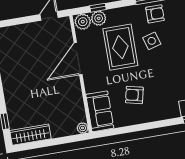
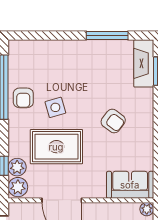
armchair: (155, 14) -> (23, 98), turned 180
armchair: (134, 95) -> (113, 121), moved, turned -66

